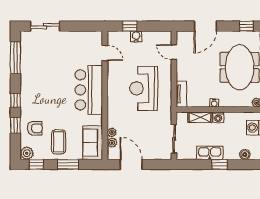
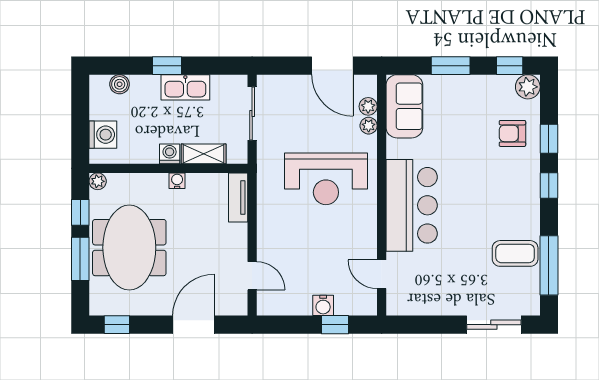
reception desk: (144, 88) -> (326, 179), moved, turned 90
coffee table: (59, 142) -> (515, 253), moved, turned 90

